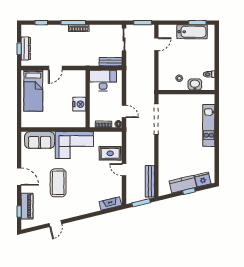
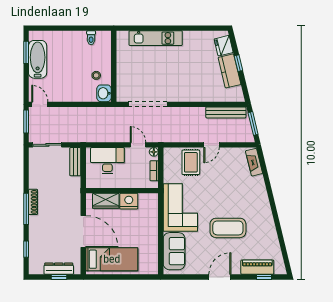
door: (156, 44) -> (40, 104), moved
door: (55, 68) -> (83, 232), width x1.87
desk: (103, 80) -> (107, 161), moved, turned 90
washbasin: (195, 84) -> (104, 93), moved
wardrobe: (80, 86) -> (106, 201), added
door: (124, 111) -> (138, 145), hinge flipped
door: (55, 224) -> (279, 231), removed

